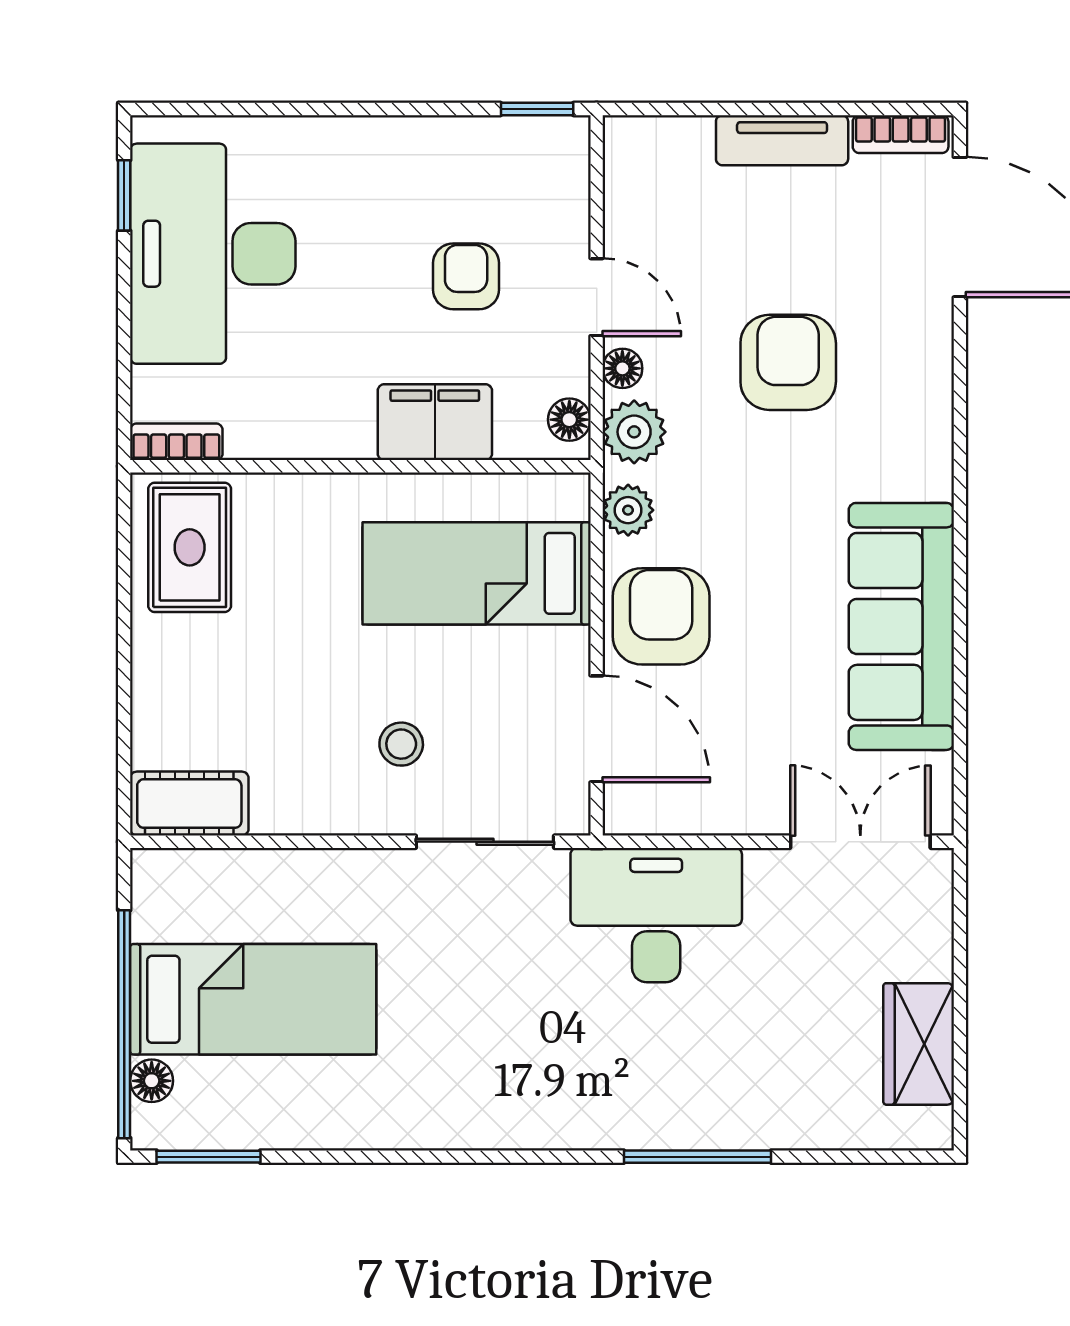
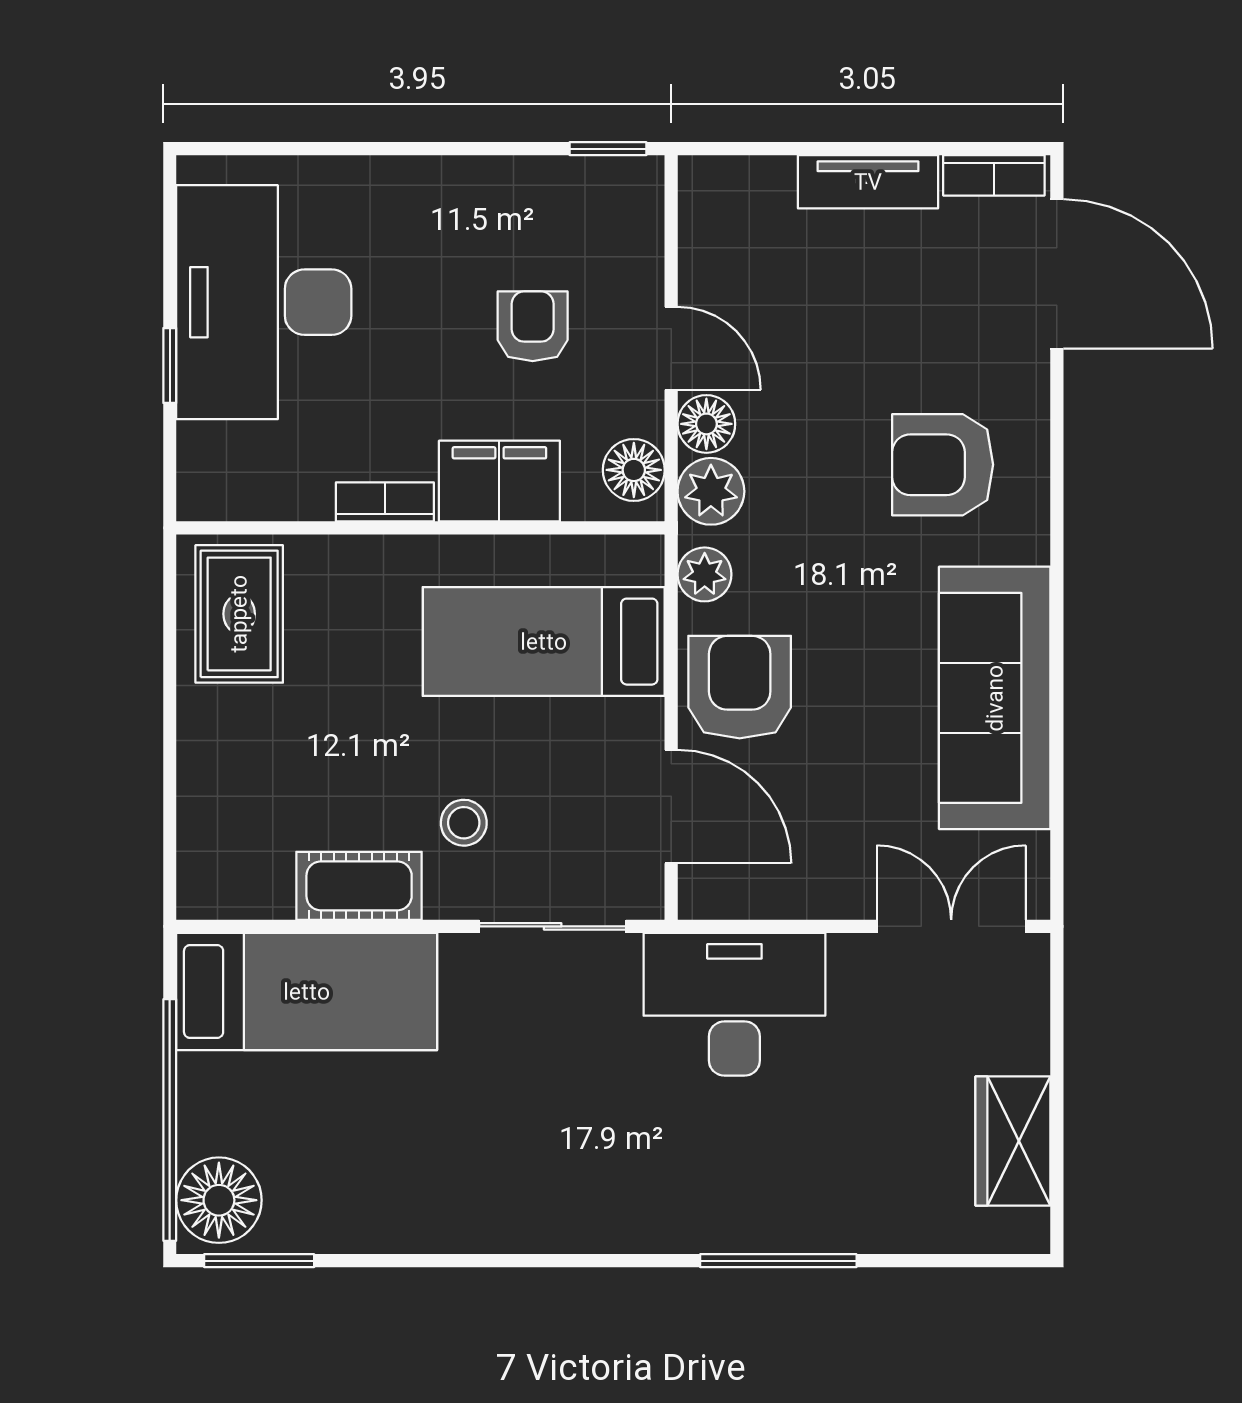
window: (124, 195) -> (170, 365), moved
armchair: (788, 362) -> (943, 465), moved, turned -90
floor lamp: (622, 368) -> (706, 424), width x1.37, depth x1.37
floor lamp: (569, 420) -> (634, 470), width x1.37, depth x1.37
bookcase: (176, 442) -> (385, 502), moved
cot: (189, 804) -> (359, 886), moved
bed: (253, 999) -> (307, 992), moved
floor lamp: (152, 1081) -> (219, 1200), width x1.89, depth x1.89

